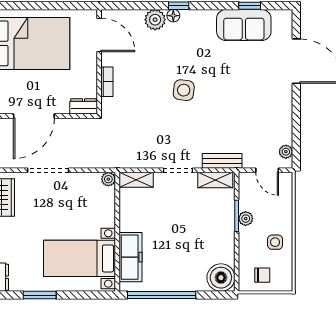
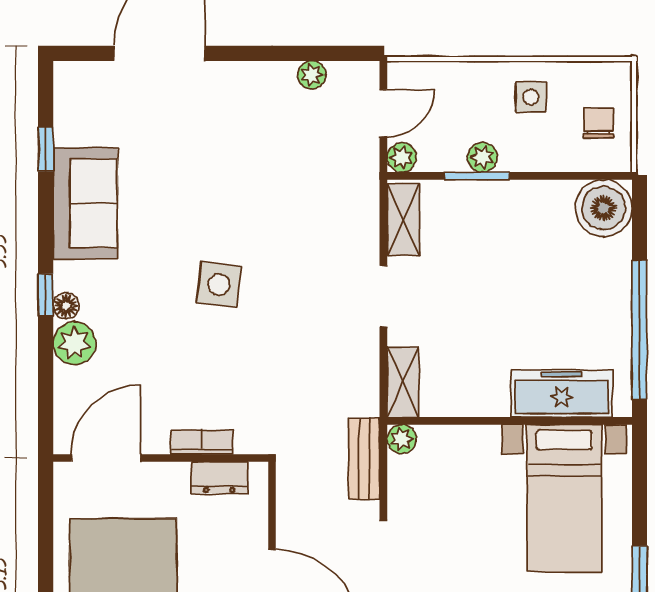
sofa: (244, 25) -> (85, 203), moved
dresser: (84, 106) -> (219, 478), moved, turned -90
plant: (286, 152) -> (312, 75), moved
bench: (222, 161) -> (364, 459), moved
plant: (246, 179) -> (402, 158), added

